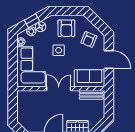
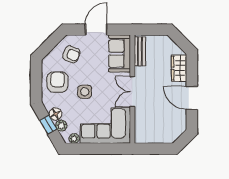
armchair: (66, 28) -> (57, 82), turned -90

